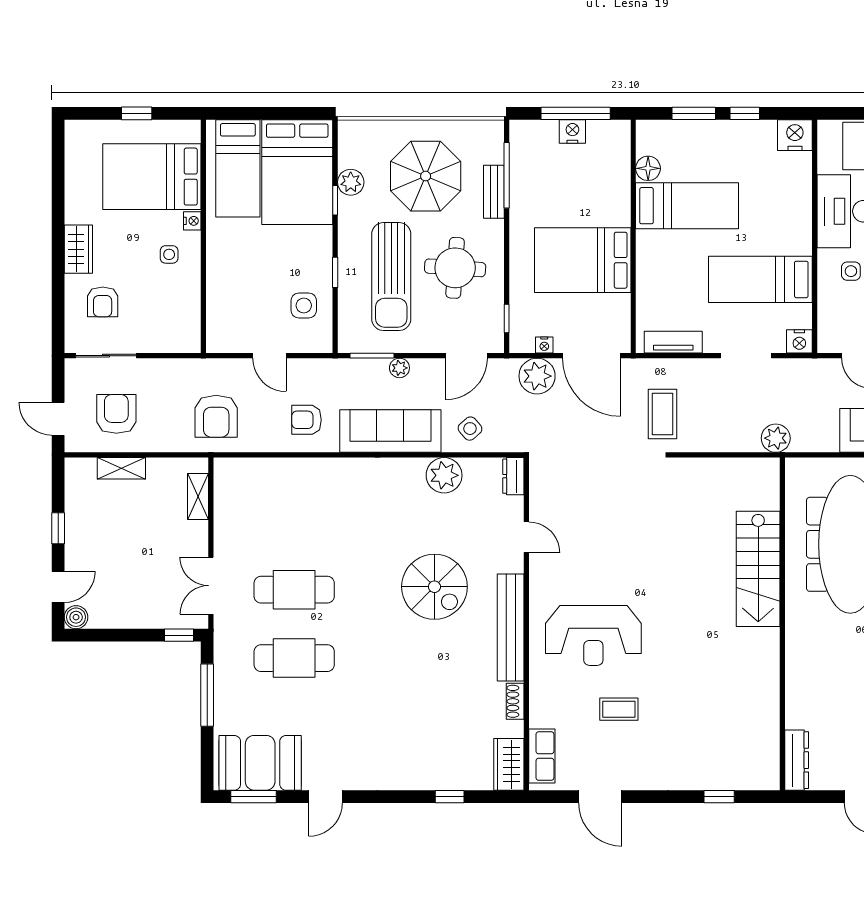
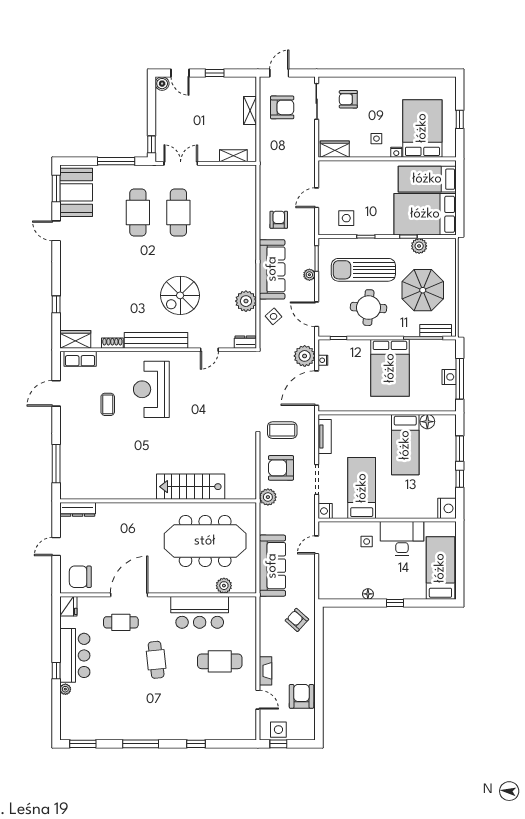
bench: (494, 192) -> (436, 331), moved
wardrobe: (78, 249) -> (335, 149), moved, turned 180
bed: (583, 260) -> (390, 368), moved, turned 180
armchair: (216, 416) -> (281, 468), moved
window: (719, 797) -> (56, 464), width x2.17

